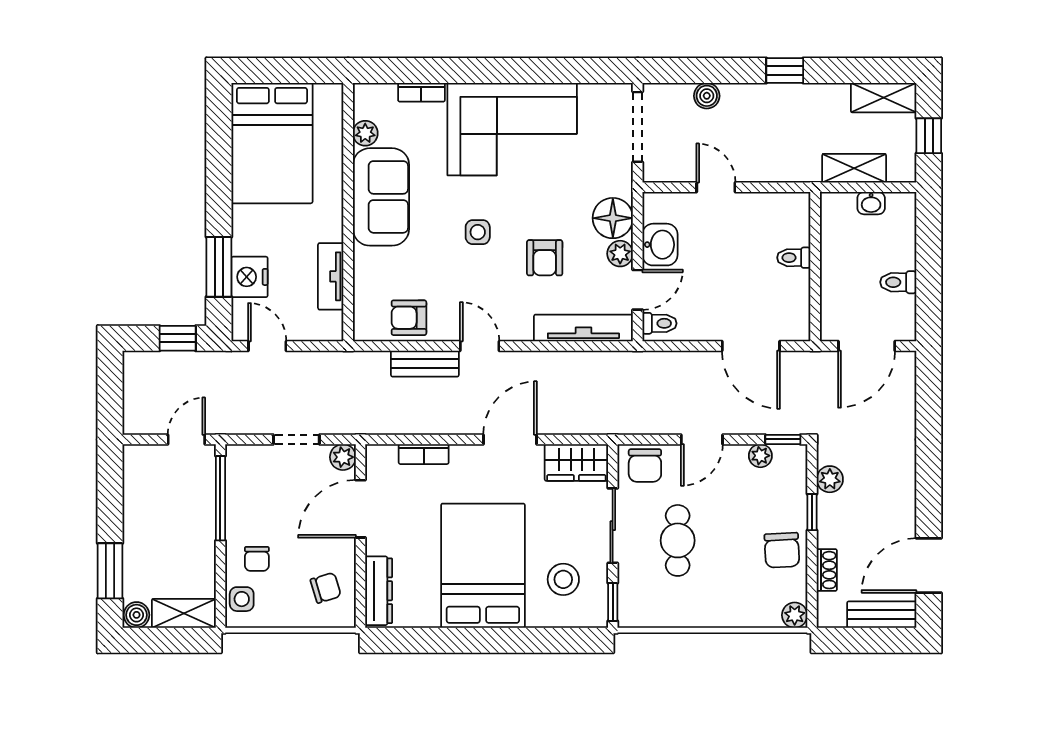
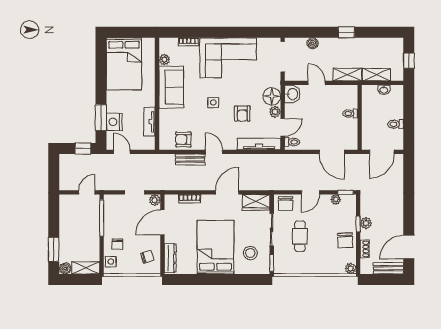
shelving: (884, 98) -> (347, 75), moved
washbasin: (660, 245) -> (292, 94), moved
plant: (830, 479) -> (366, 223), moved

